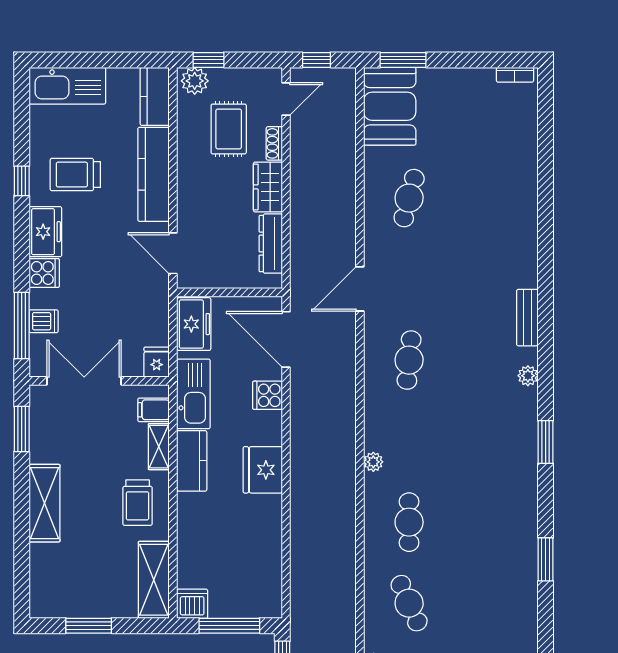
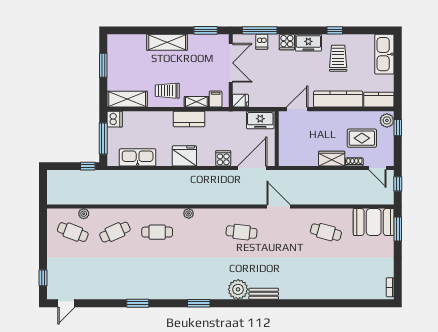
dresser: (271, 244) -> (302, 160), removed
plant: (528, 376) -> (238, 289), width x1.88, depth x1.88
kitchen sink: (193, 394) -> (138, 157), moved, turned 180

